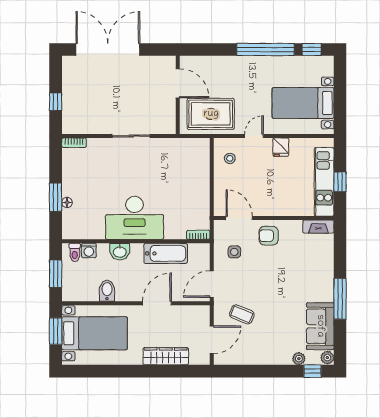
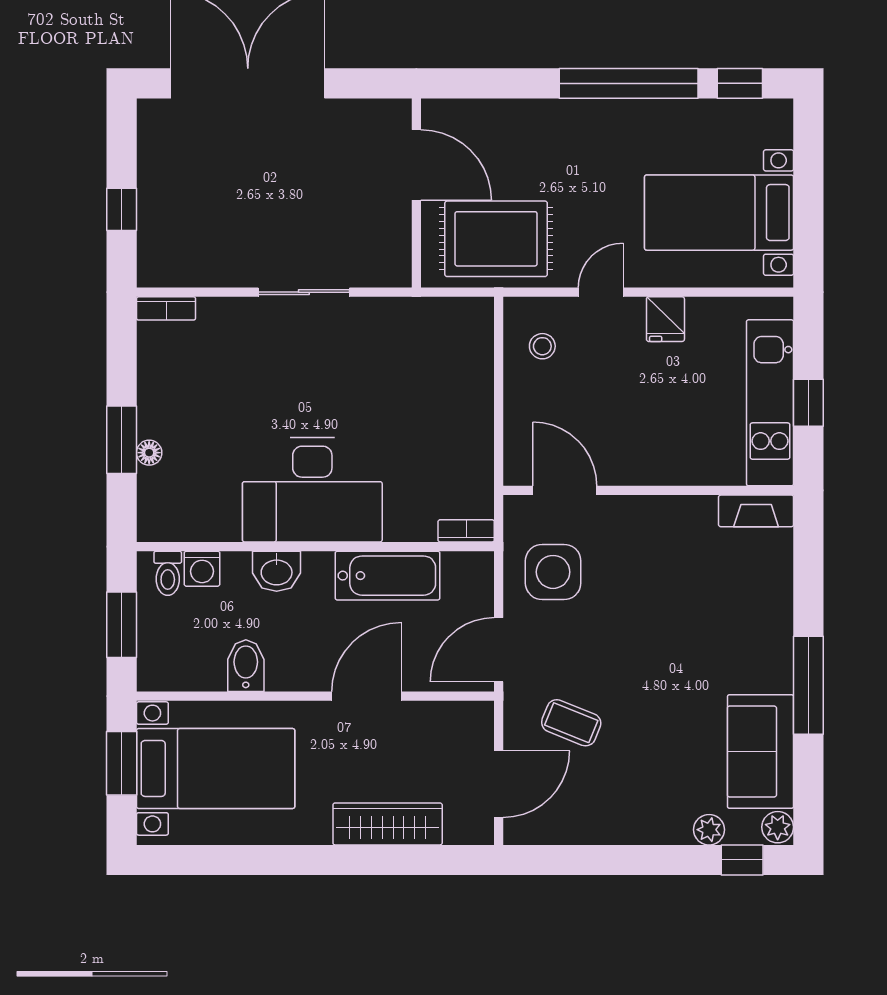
armchair: (269, 236) -> (636, 533), removed
side table: (234, 252) -> (553, 572), width x1.87, depth x1.87

